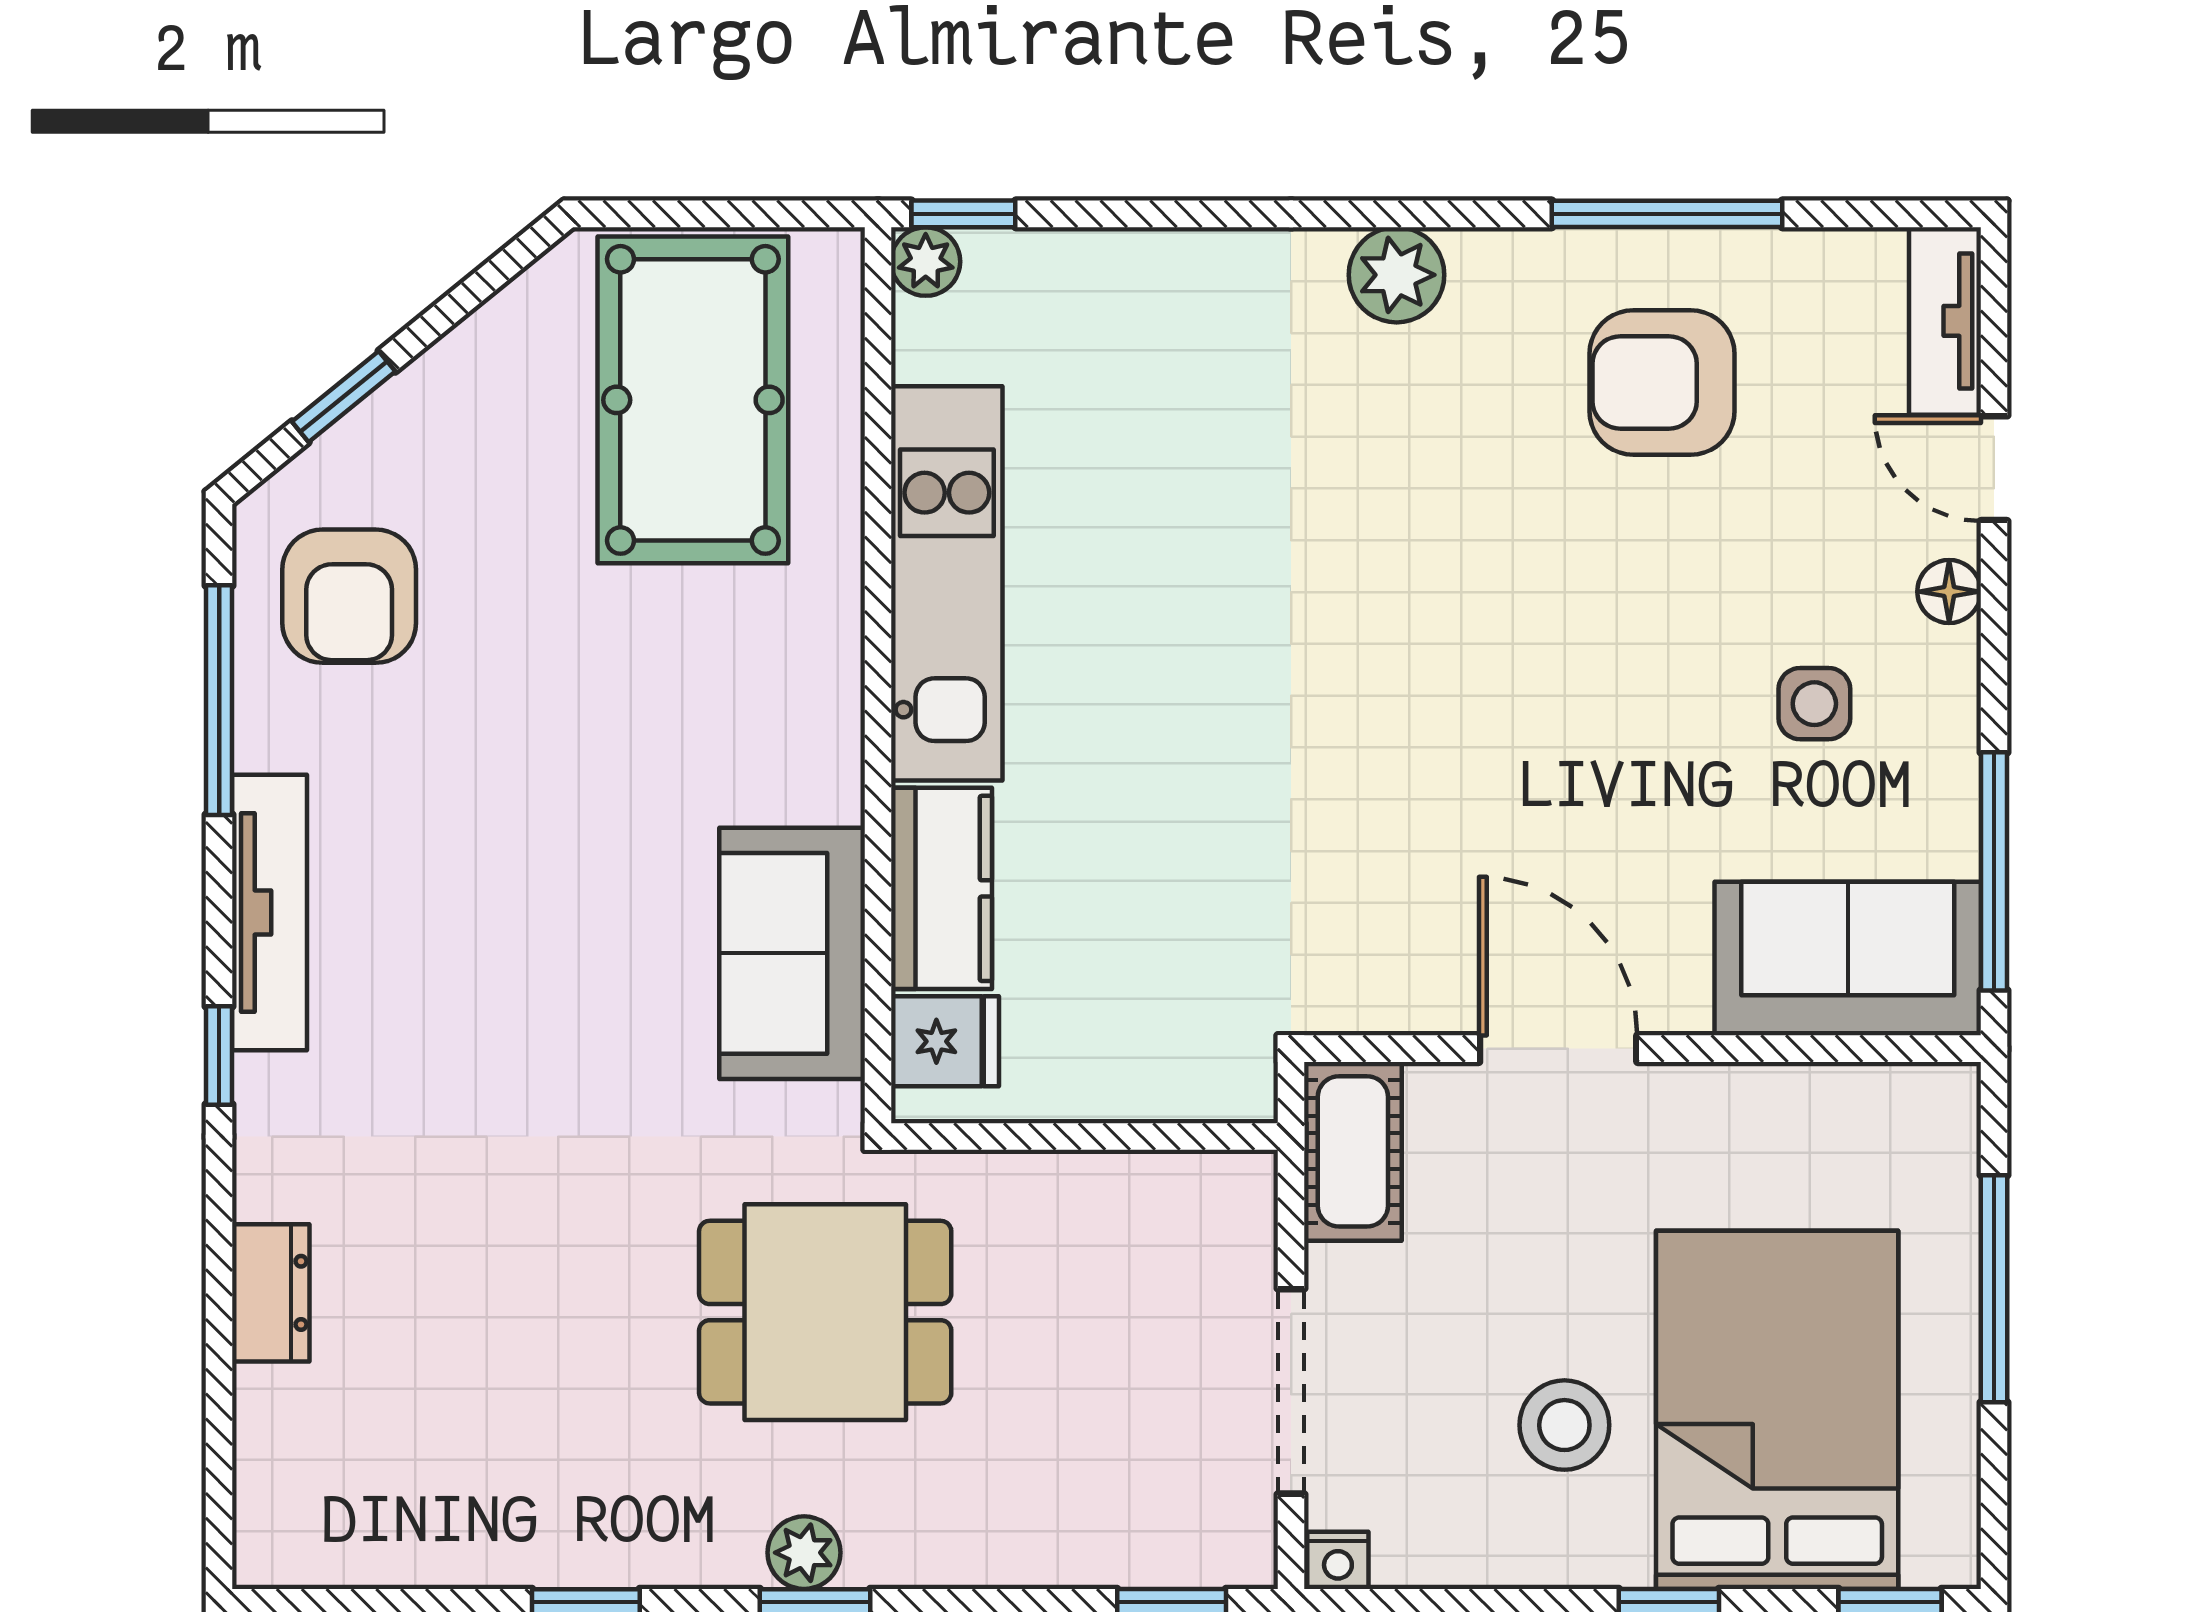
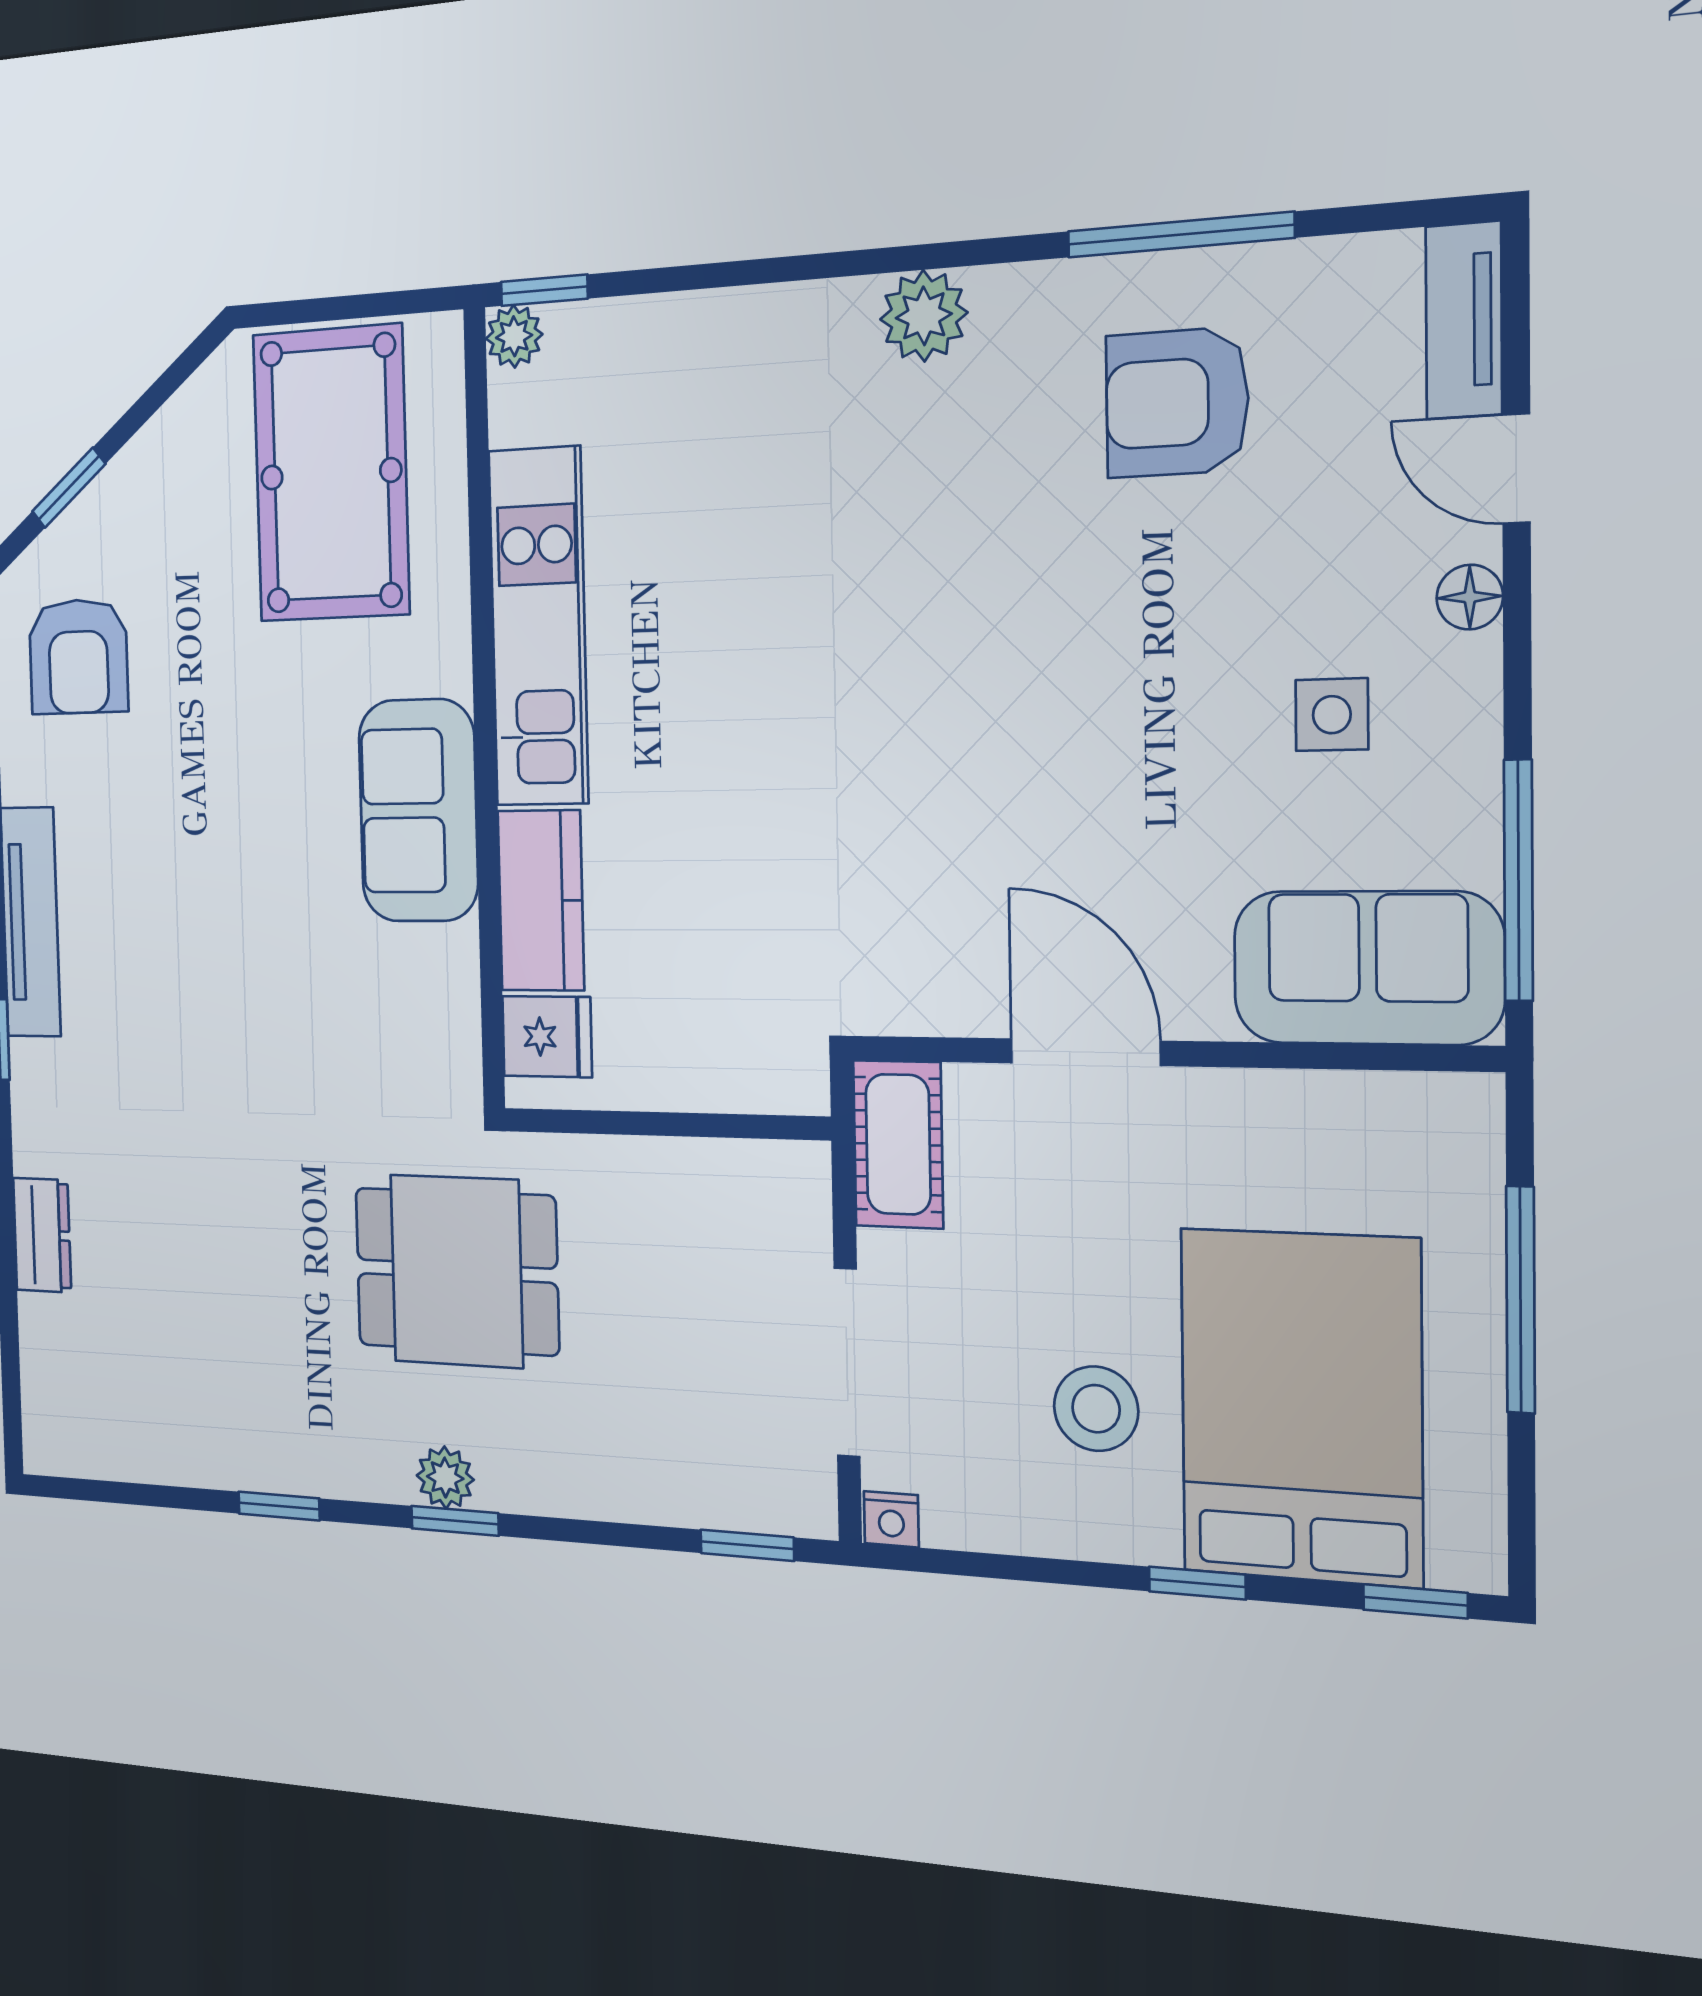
sofa: (792, 953) -> (418, 811), moved

